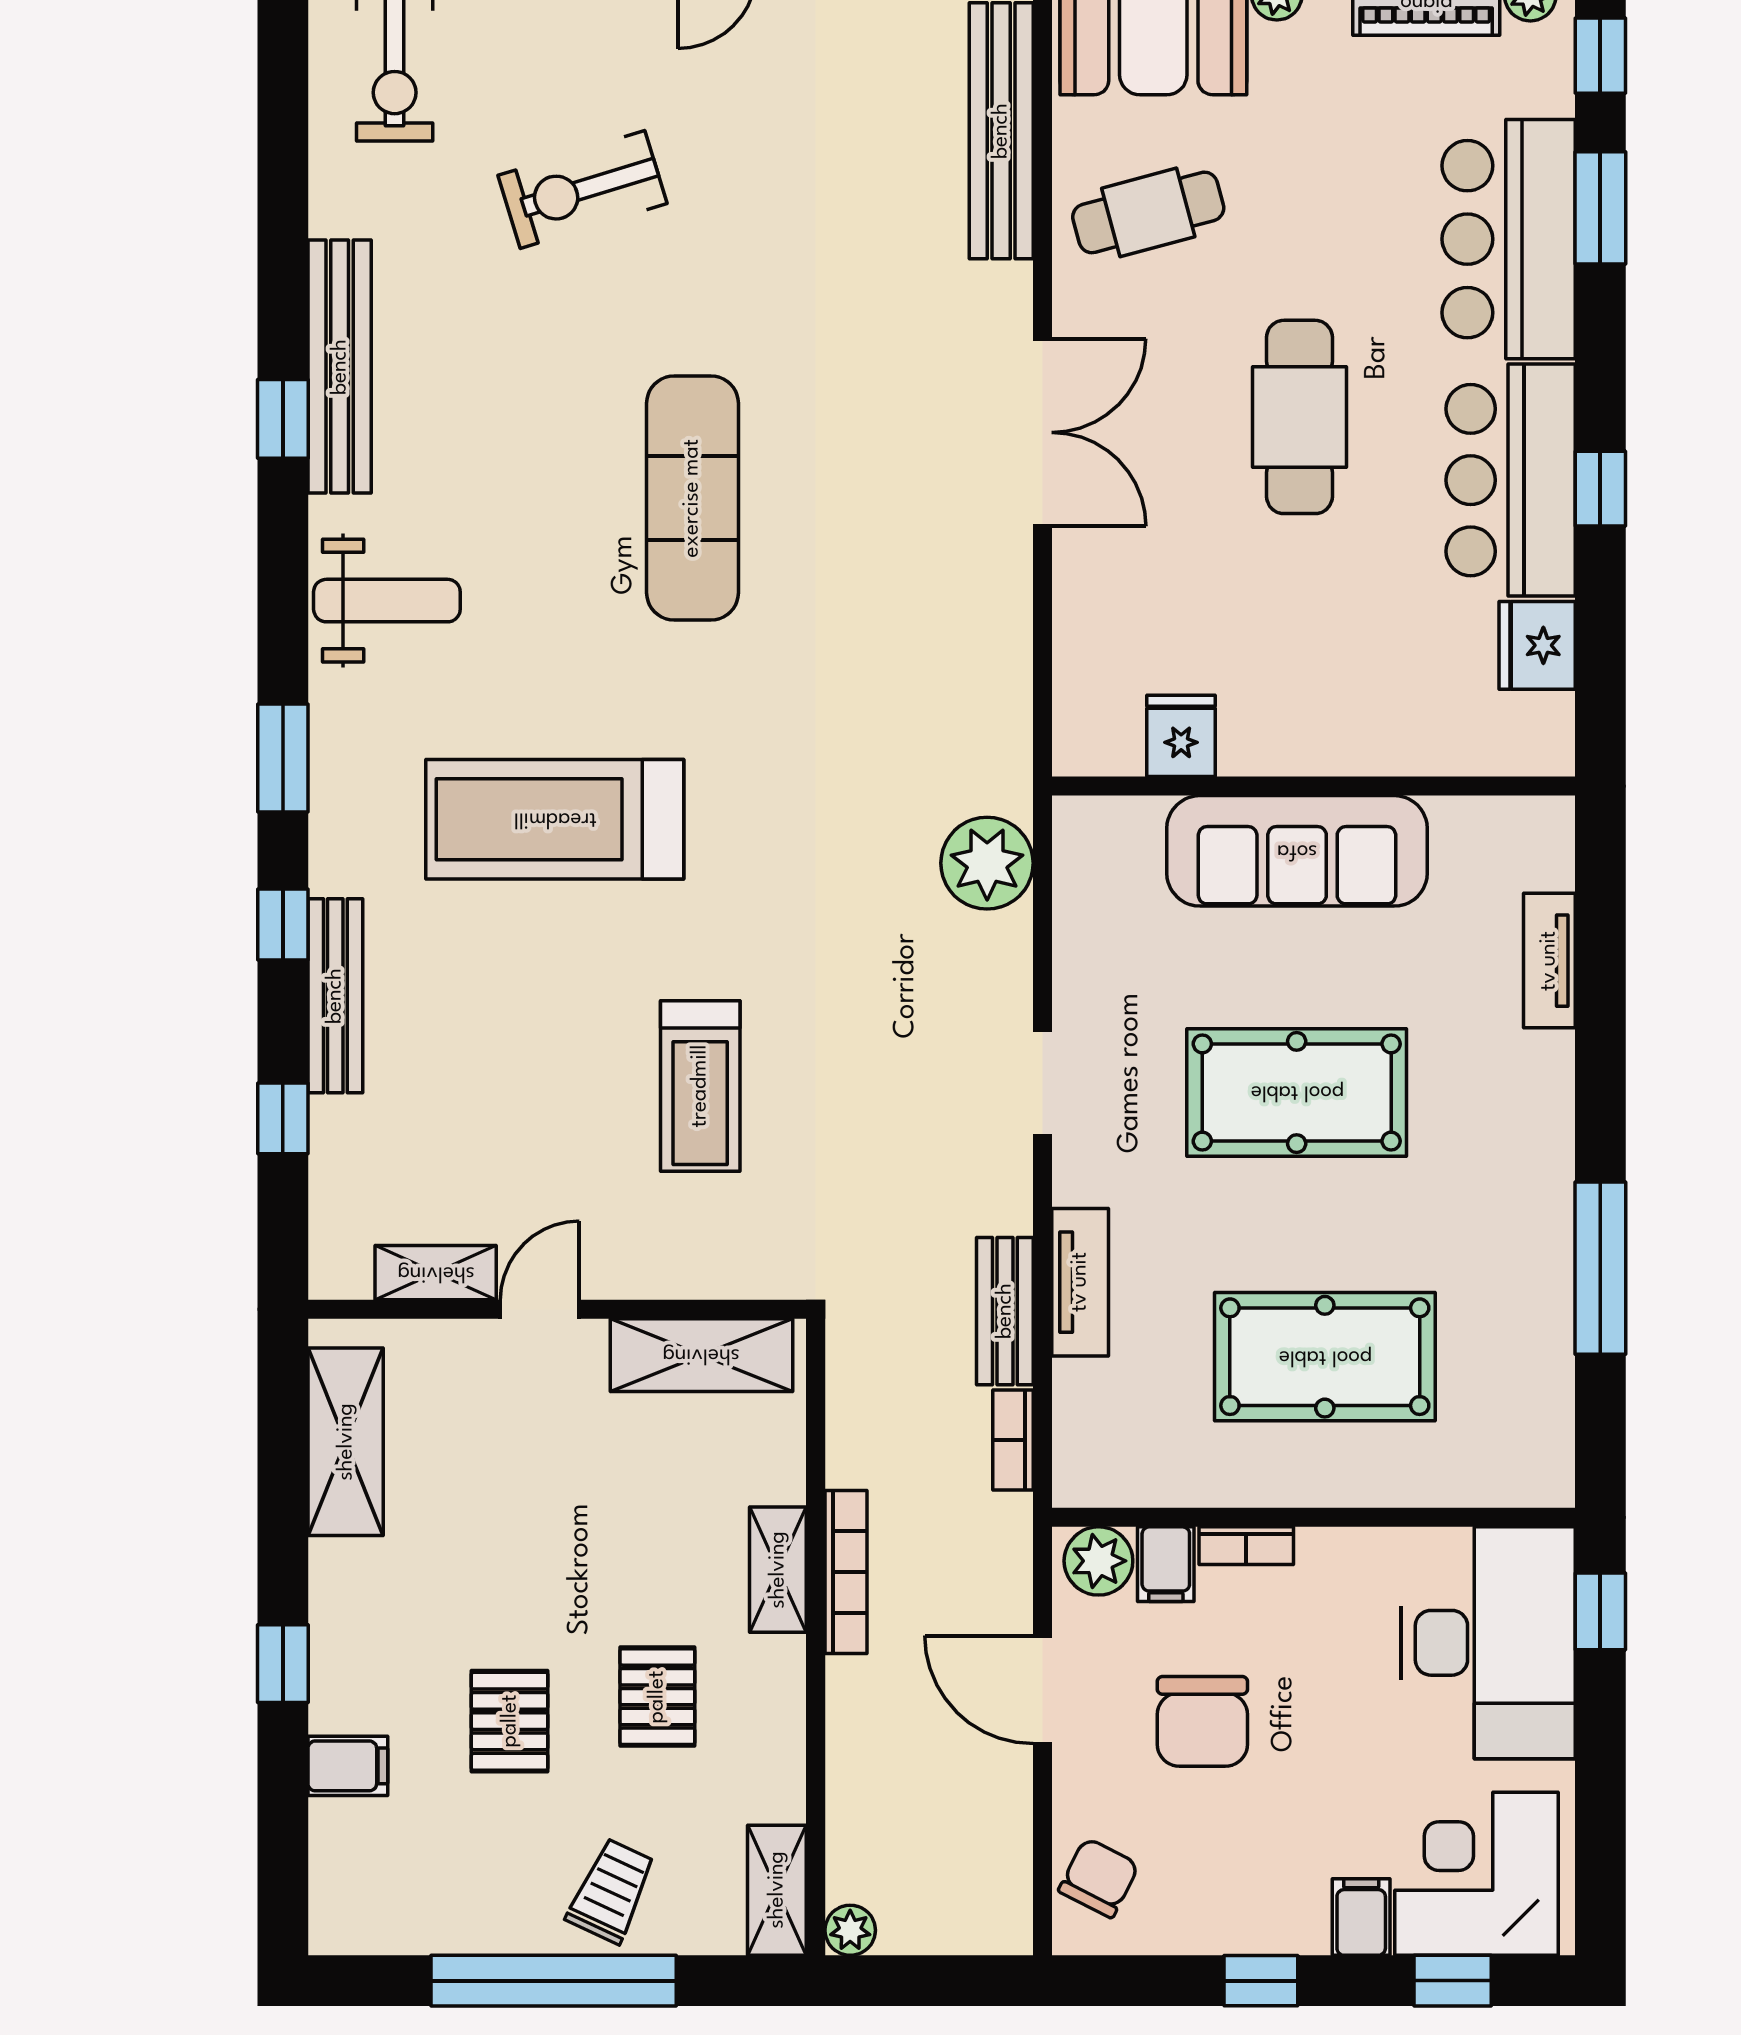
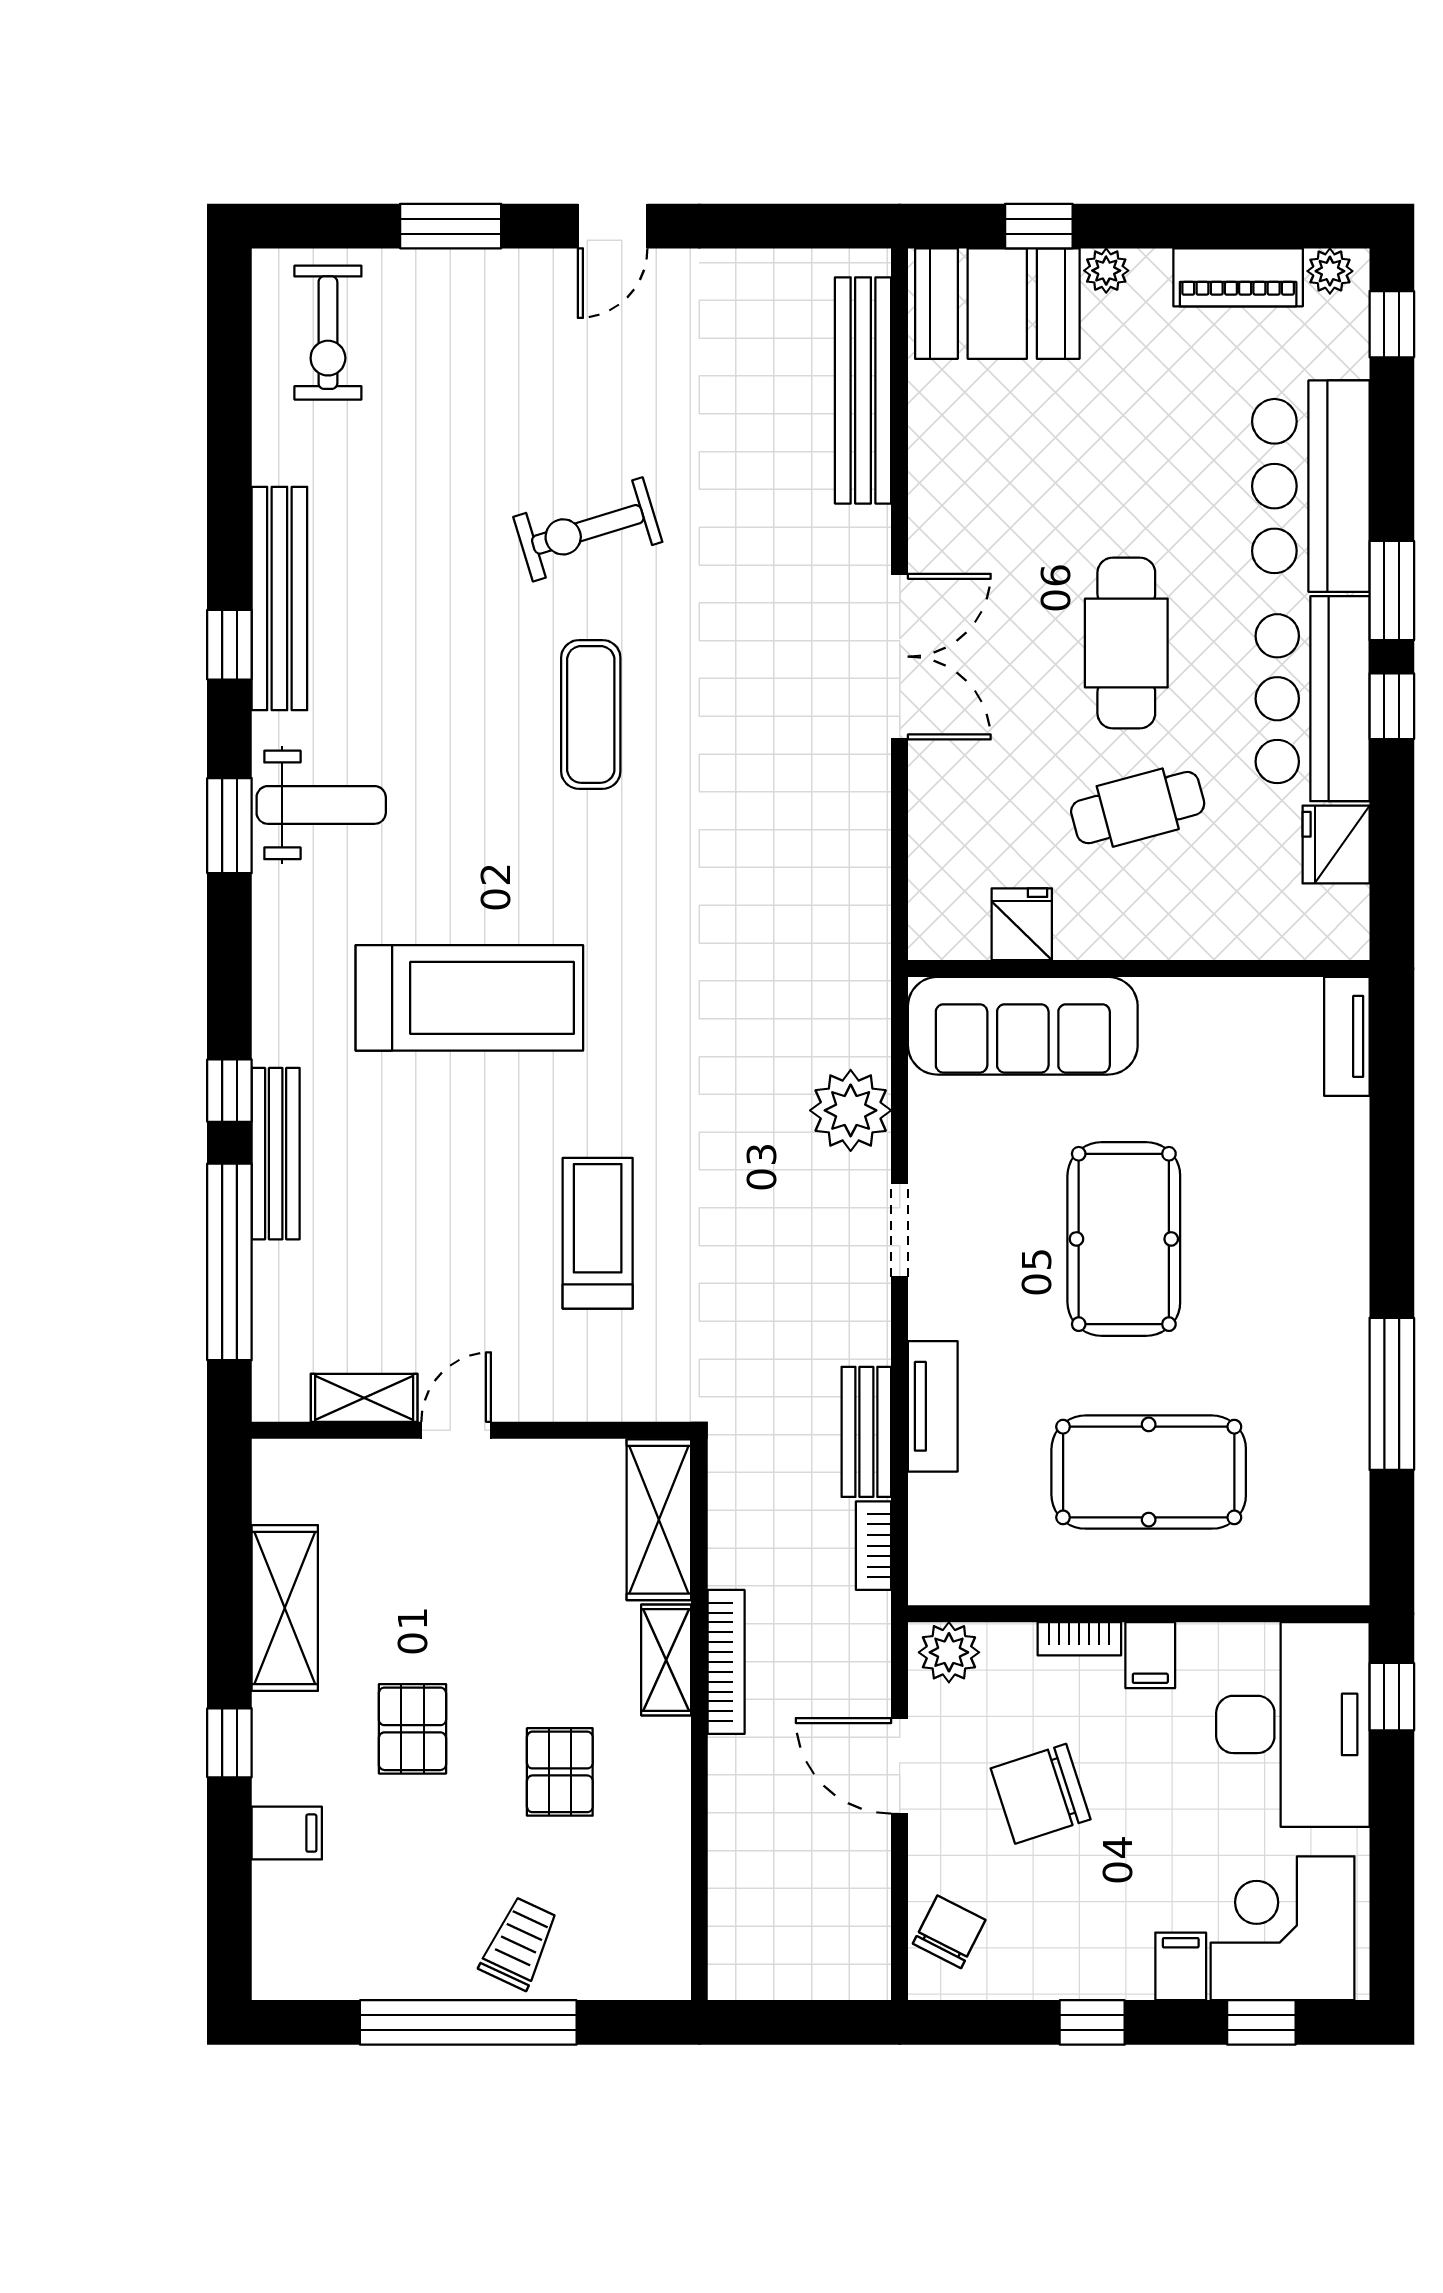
exercise bike: (583, 189) -> (588, 529), moved
window: (1600, 208) -> (1392, 591), moved
cafe table: (1148, 212) -> (1138, 808), moved
exercise mat: (692, 498) -> (591, 714), width x0.73, depth x0.69
window: (283, 758) -> (229, 826), moved
treadmill: (555, 819) -> (469, 998), turned 180
sofa: (1297, 851) -> (1023, 1026), moved
plant: (987, 863) -> (851, 1110), moved
tv unit: (1549, 961) -> (1347, 1036), moved
treadmill: (700, 1086) -> (598, 1233), turned 180
pool table: (1297, 1092) -> (1124, 1239), turned 90
window: (283, 1118) -> (229, 1262), width x3.17
shelving: (701, 1355) -> (659, 1520), moved, turned 90
shelving: (346, 1442) -> (285, 1608), moved
filing cabinet: (1166, 1564) -> (1150, 1655), moved
pallet: (510, 1721) -> (412, 1729), moved
chair: (1202, 1721) -> (1041, 1794), turned 72
shelving: (777, 1890) -> (665, 1943), removed
plant: (850, 1930) -> (730, 1978), removed

